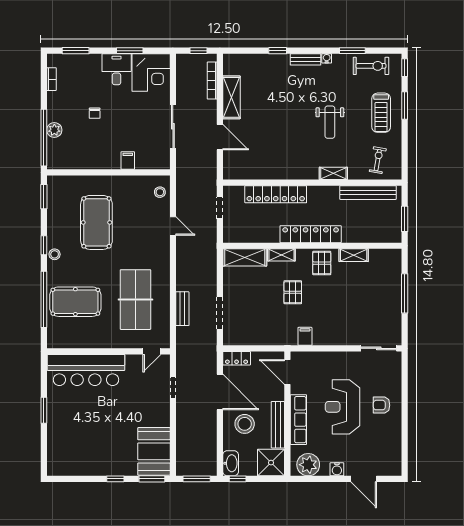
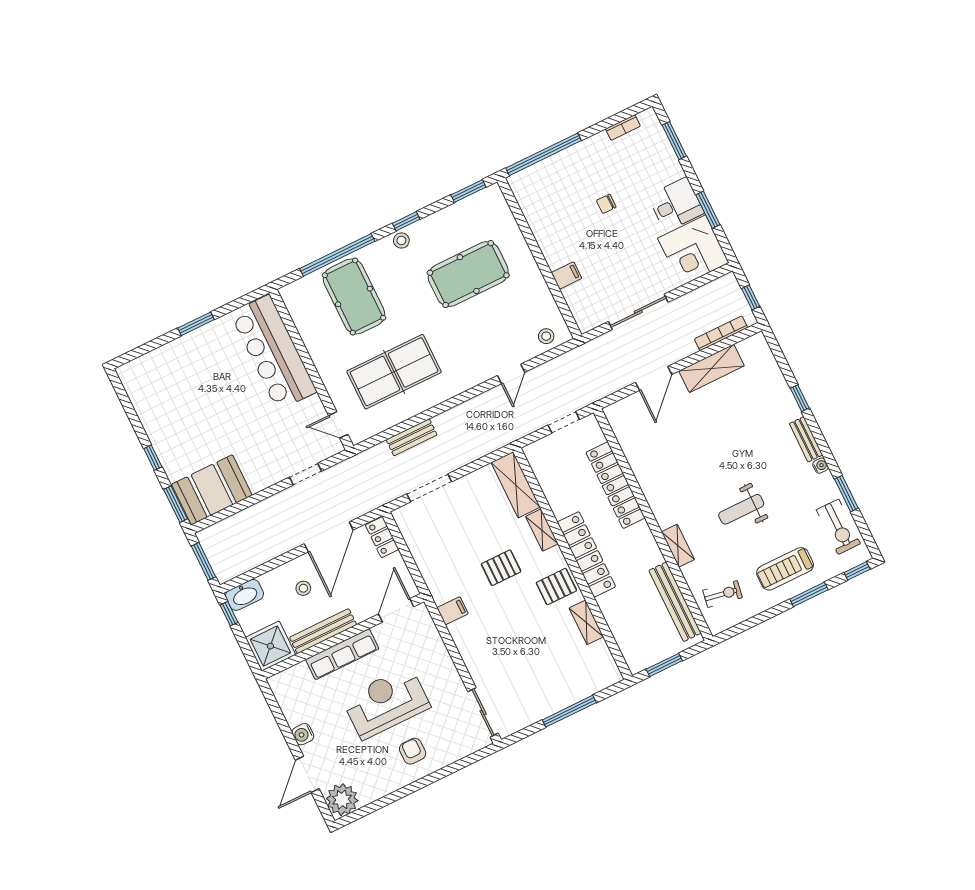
plant: (54, 130) -> (560, 163), removed
stool: (245, 424) -> (303, 588), width x0.53, depth x0.53
plant: (308, 465) -> (342, 800), moved

